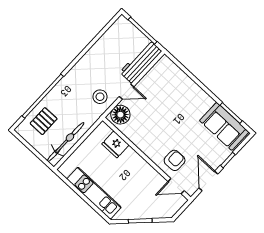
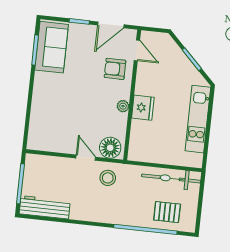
workbench: (141, 62) -> (45, 207), moved, turned 180
fridge: (115, 144) -> (143, 108), moved
plant: (143, 146) -> (123, 106), added

